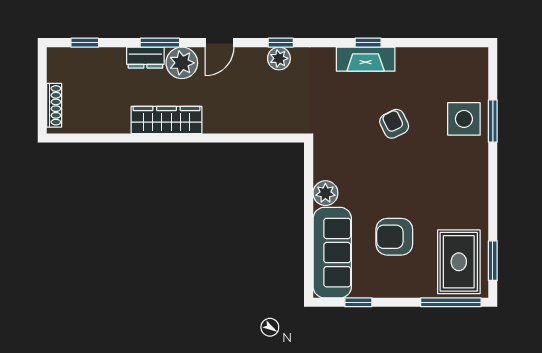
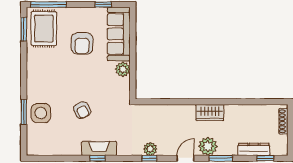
dresser: (145, 58) -> (254, 149), moved, width x1.44
wardrobe: (167, 120) -> (210, 112), width x0.67
armchair: (394, 237) -> (82, 43), turned 90

